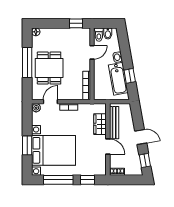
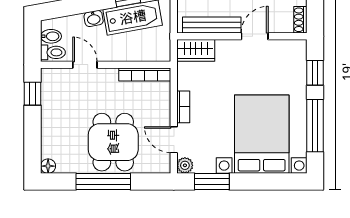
dining table: (49, 68) -> (113, 142), turned 90
wardrobe: (100, 124) -> (196, 50), moved
window: (27, 145) -> (212, 182), moved

